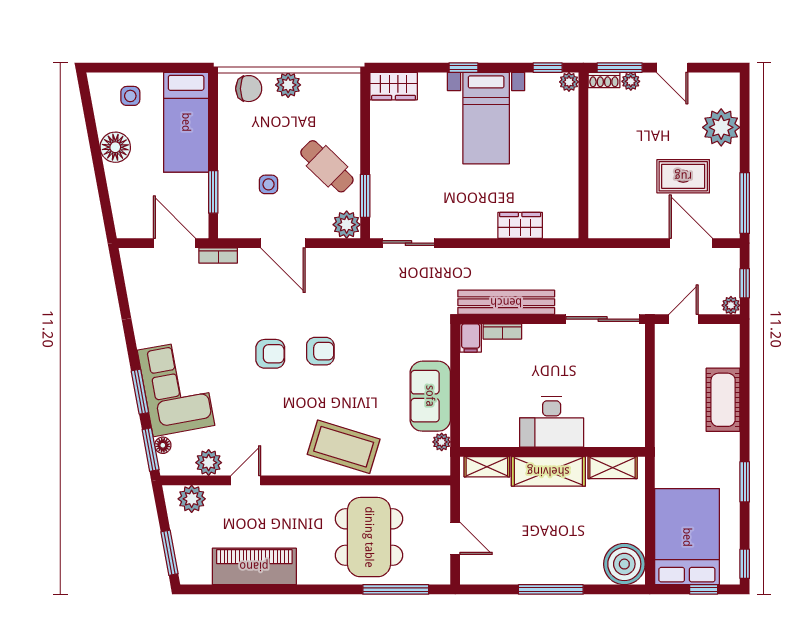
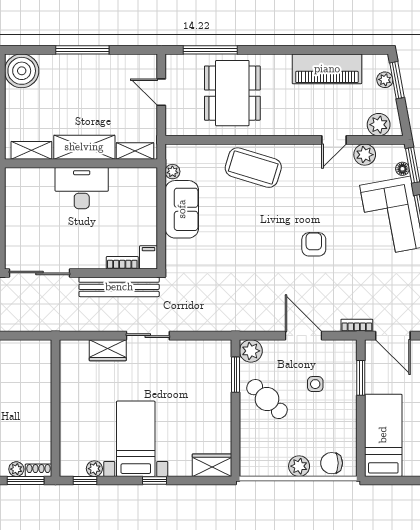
plant: (569, 82) -> (94, 469), moved
sliding door: (408, 243) -> (148, 336), moved
armchair: (320, 351) -> (272, 246), removed
armchair: (270, 354) -> (314, 244), turned 90
plant: (184, 553) -> (385, 80), added

